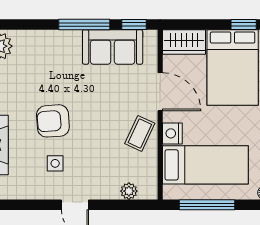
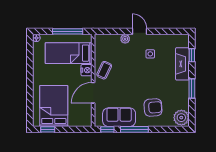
wardrobe: (184, 42) -> (80, 120), removed
door: (160, 92) -> (93, 93), hinge flipped
armchair: (53, 121) -> (153, 107), moved
plant: (129, 191) -> (125, 39), moved

